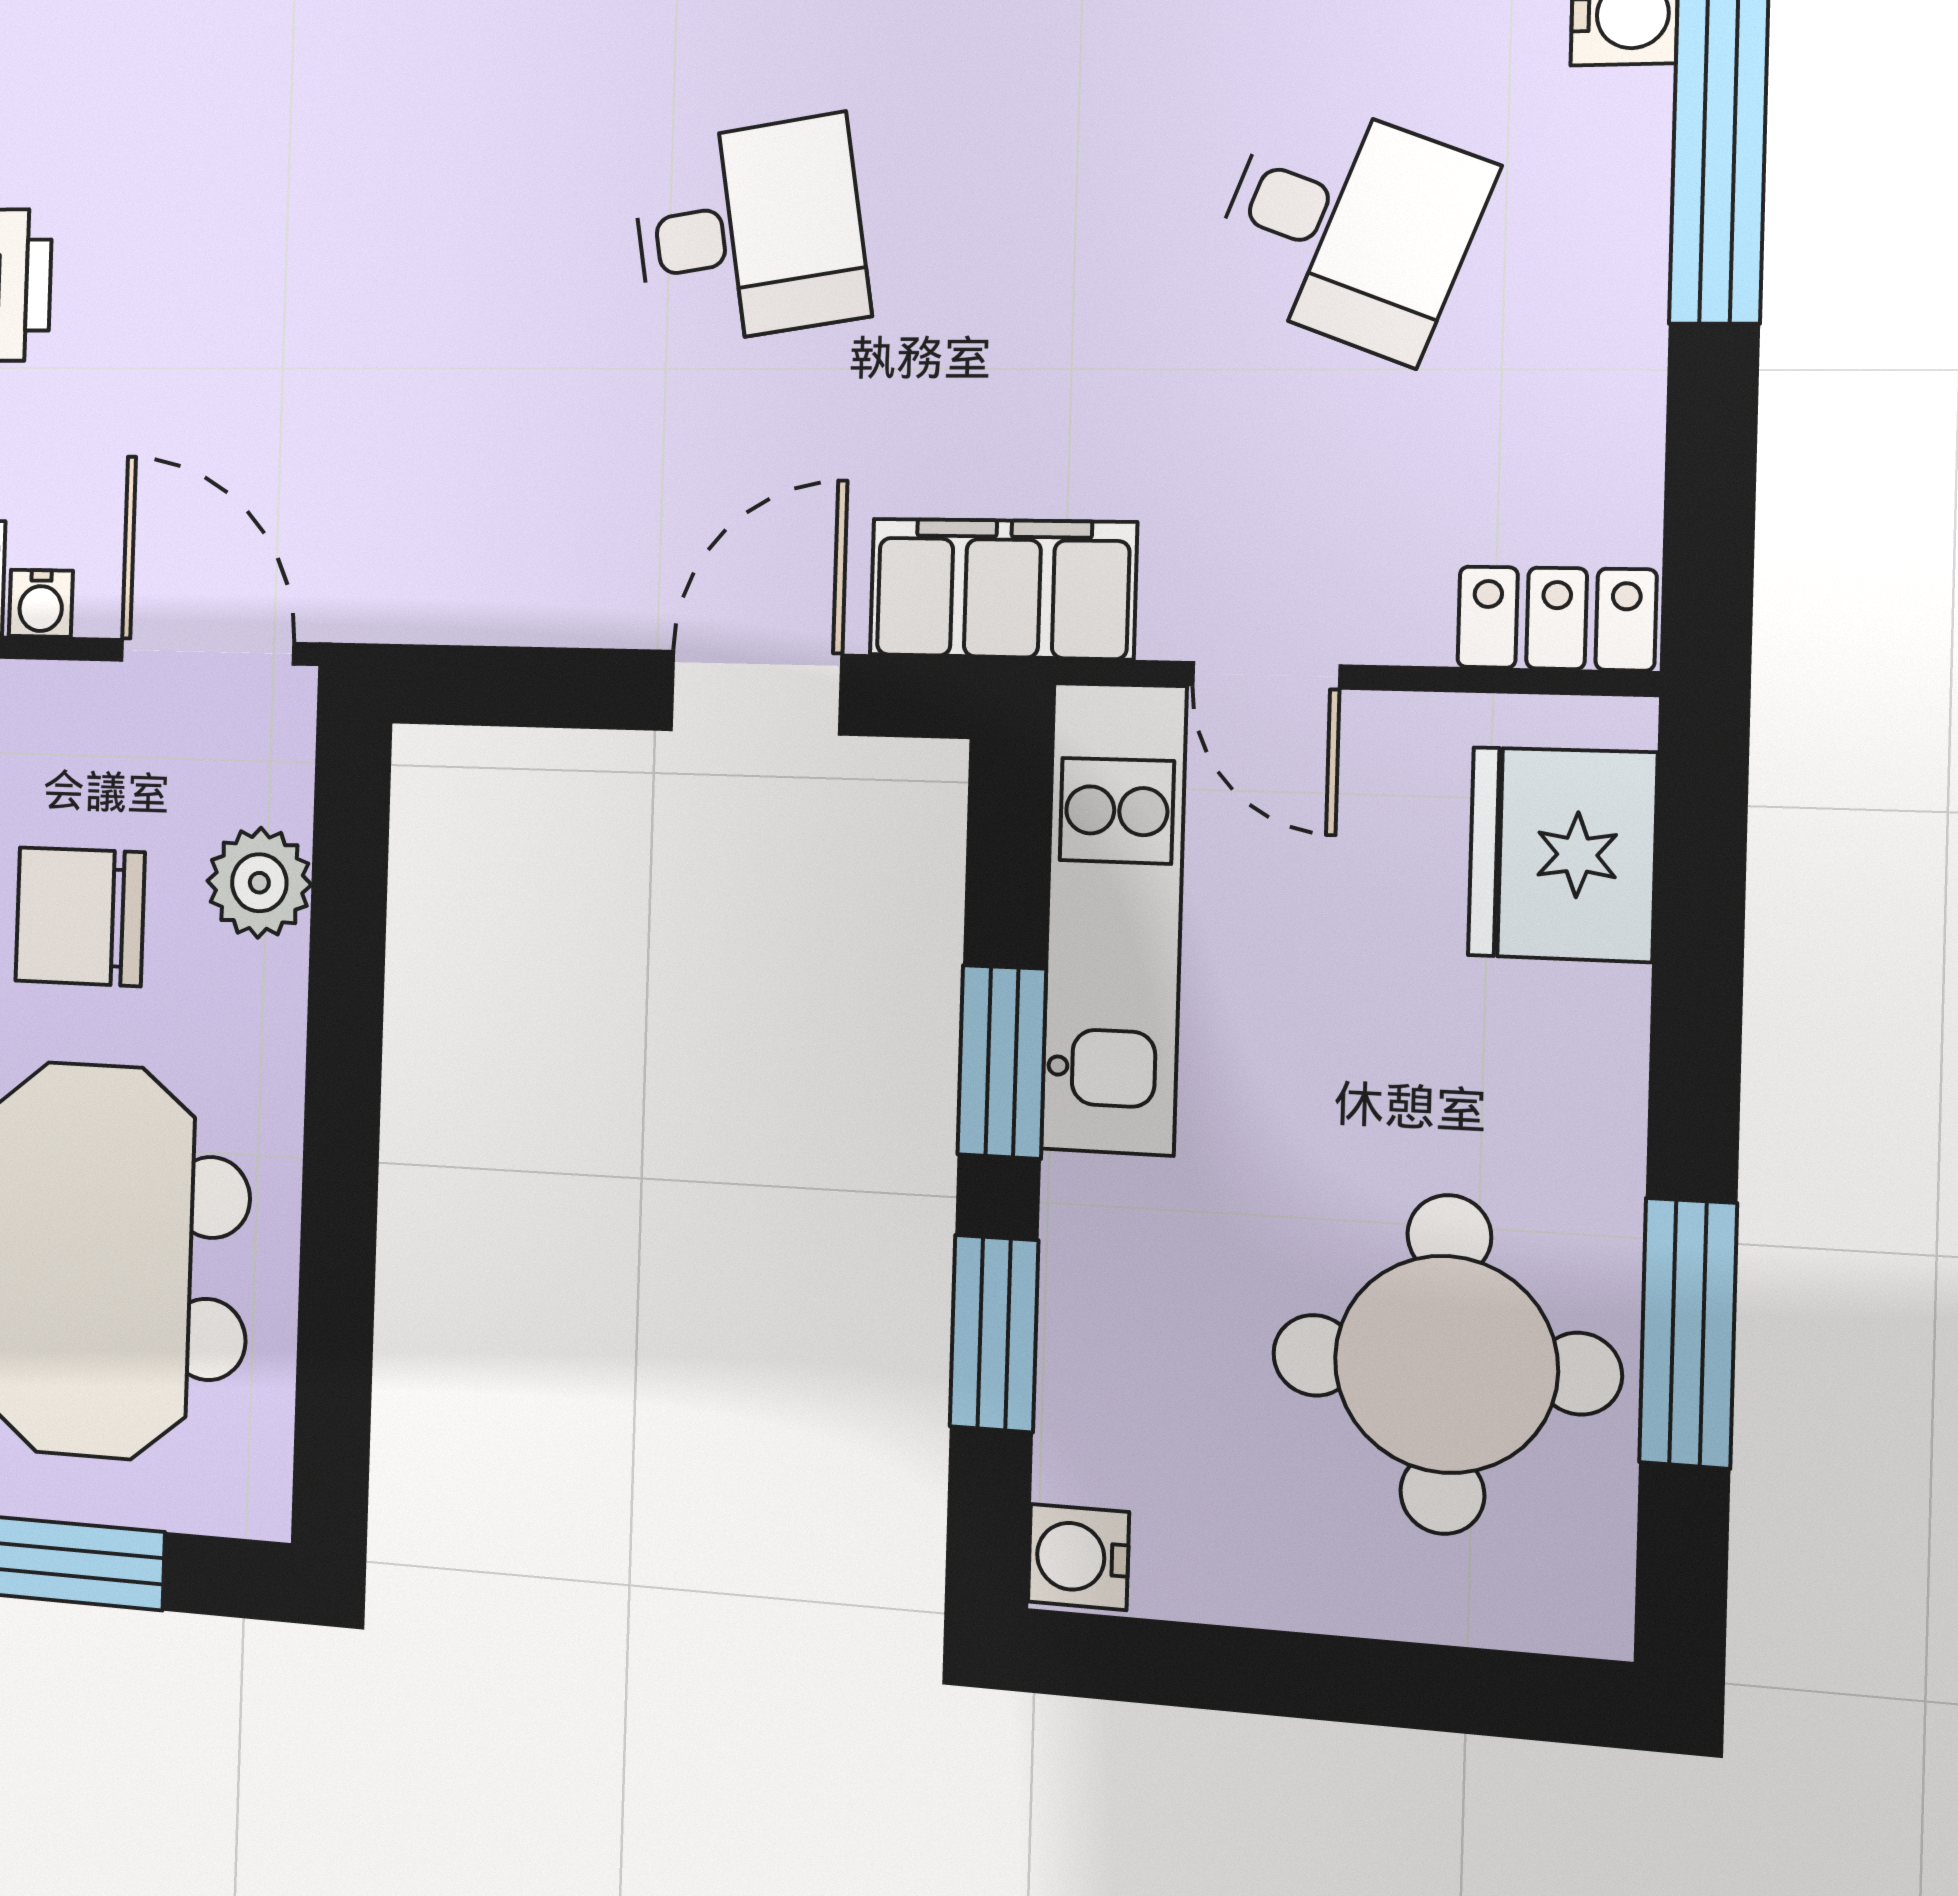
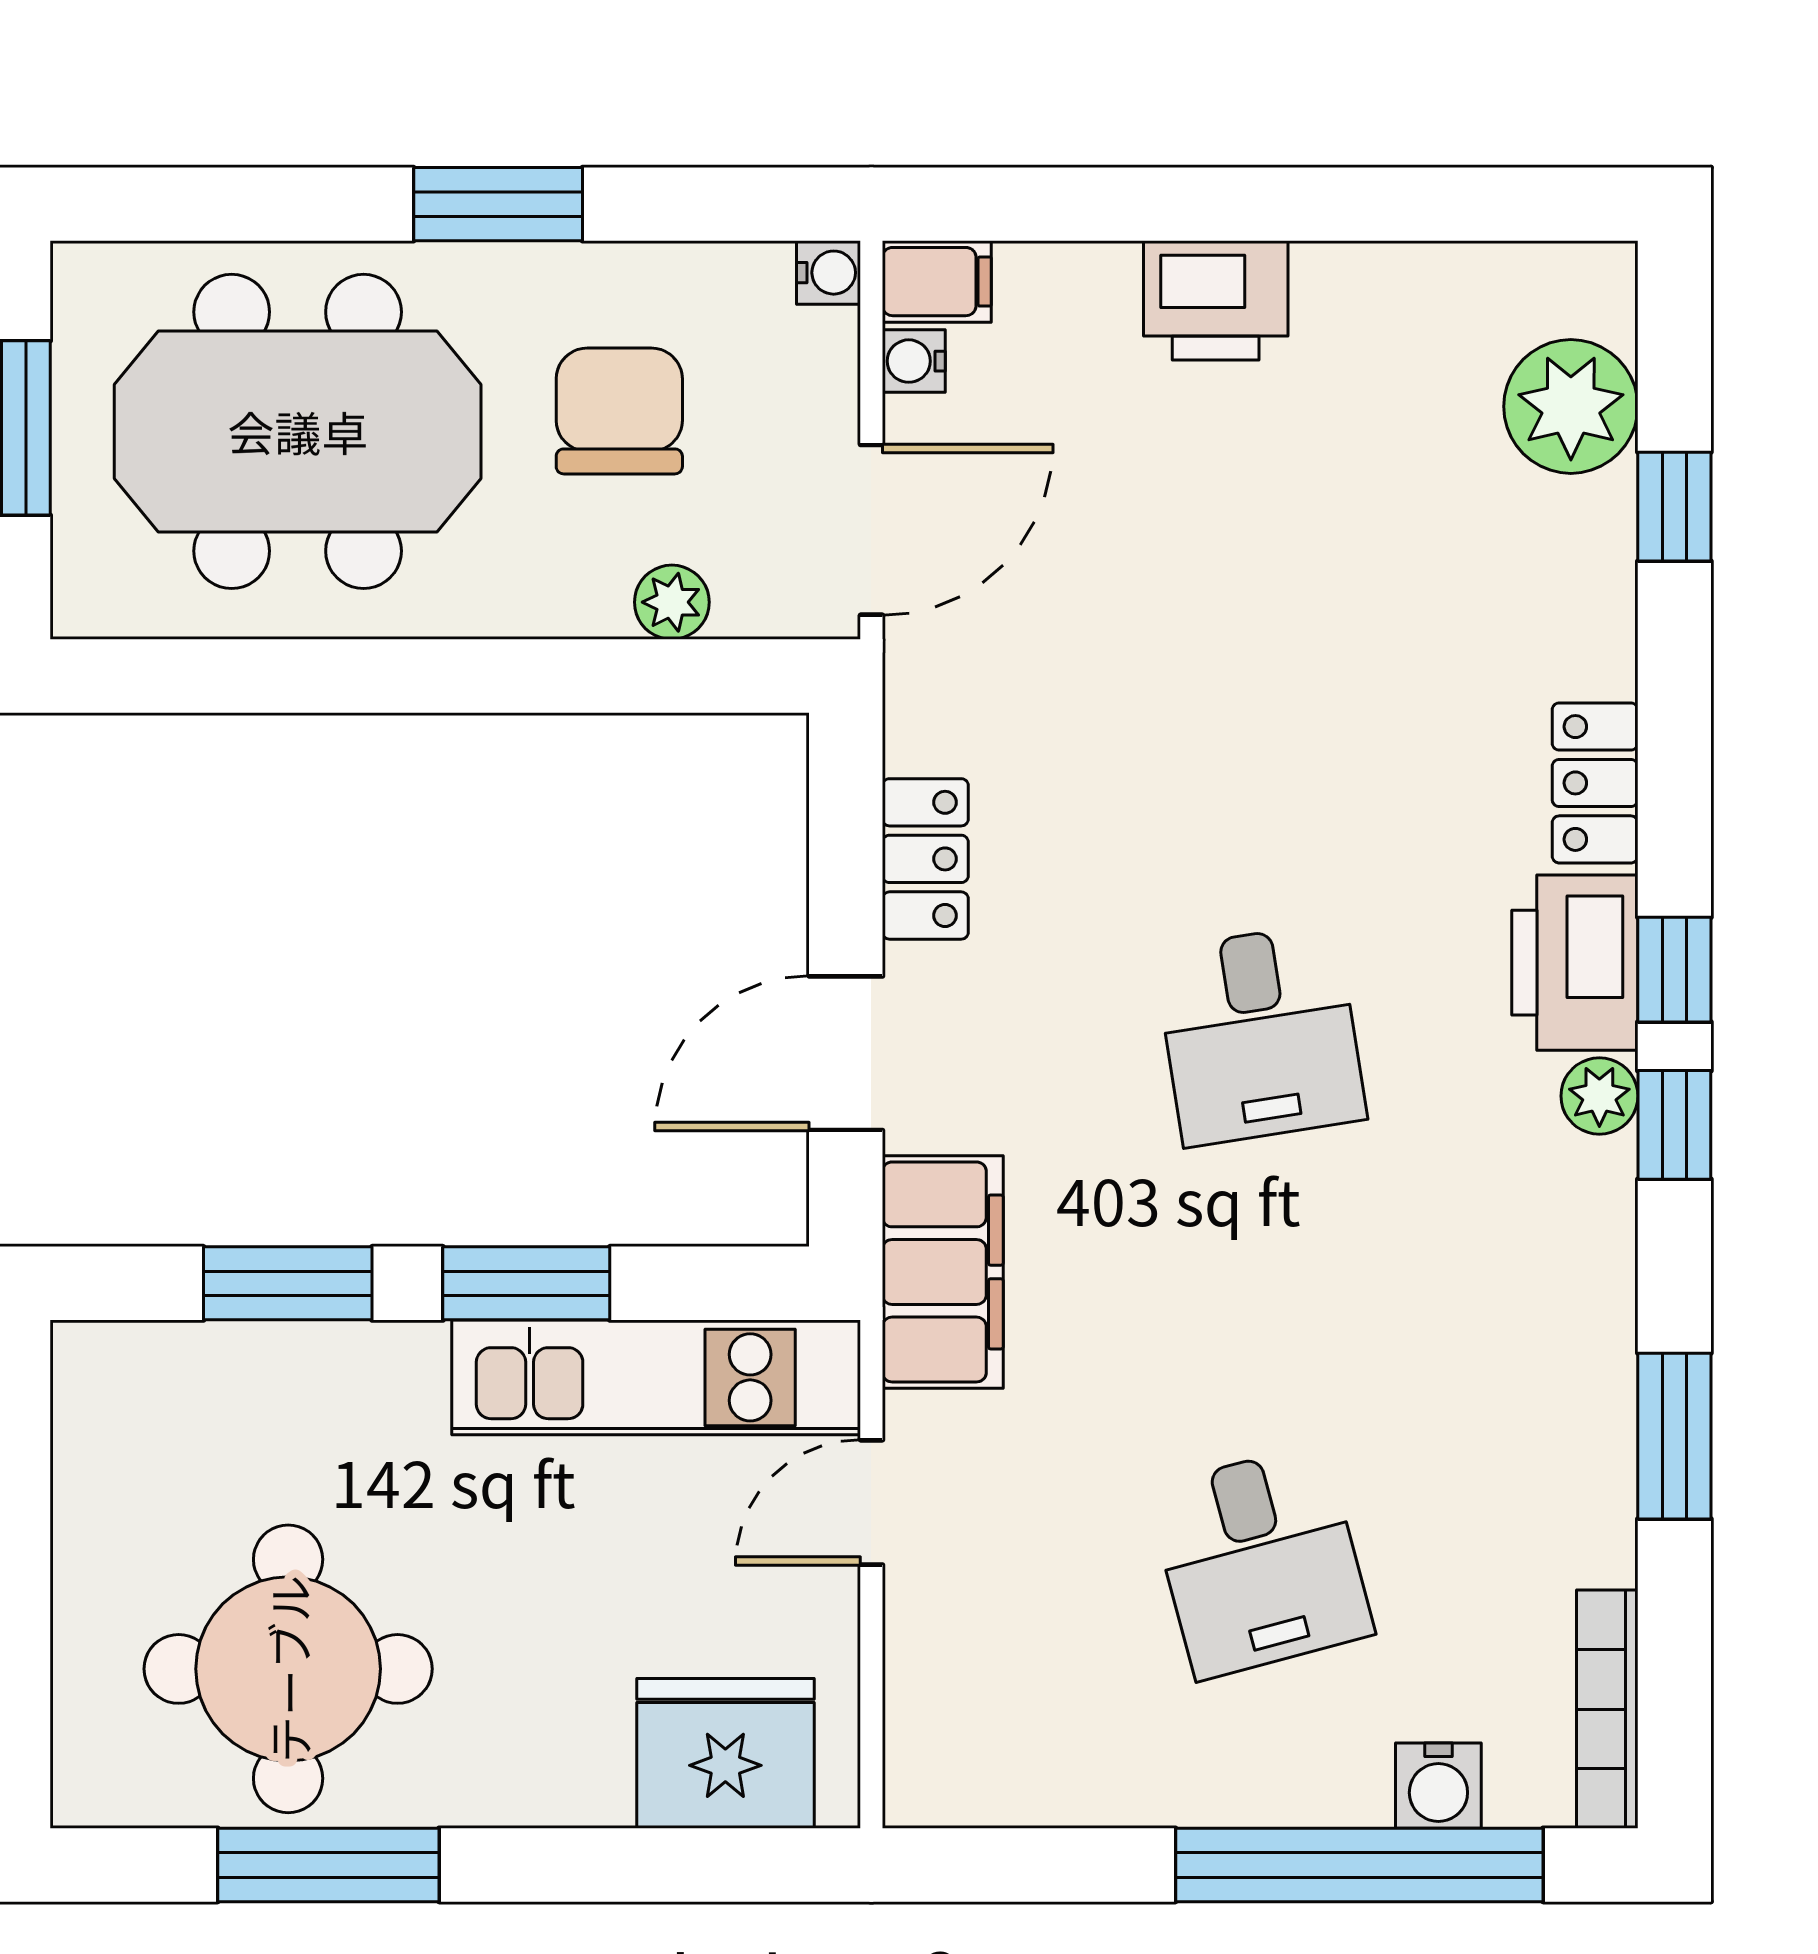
desk: (1348, 227) -> (1260, 1561), turned -36
locker: (1557, 618) -> (925, 859), moved
door: (756, 693) -> (846, 1053), swing flipped
plant: (259, 883) -> (672, 602), width x0.73, depth x0.73
water cooler: (1079, 1557) -> (99, 1363), removed

